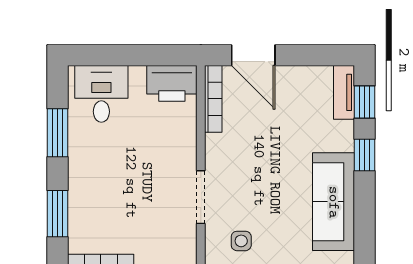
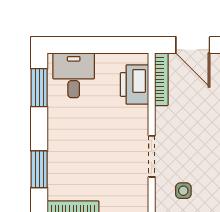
printer: (172, 83) -> (135, 85), moved, turned 90
window: (57, 133) -> (39, 88), moved

